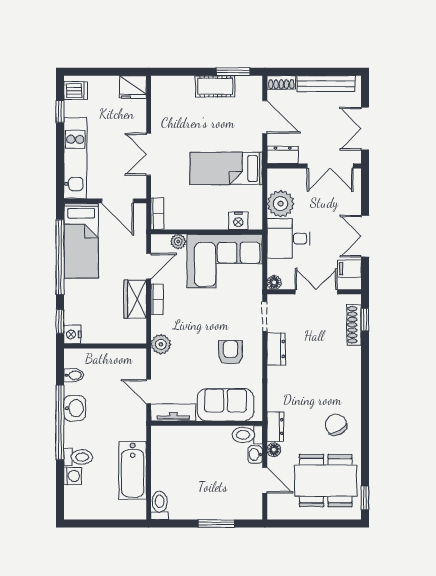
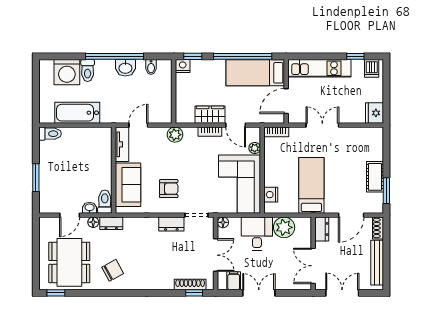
washing machine: (73, 476) -> (67, 72), width x1.89, depth x1.89

